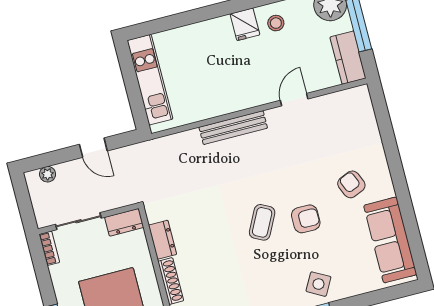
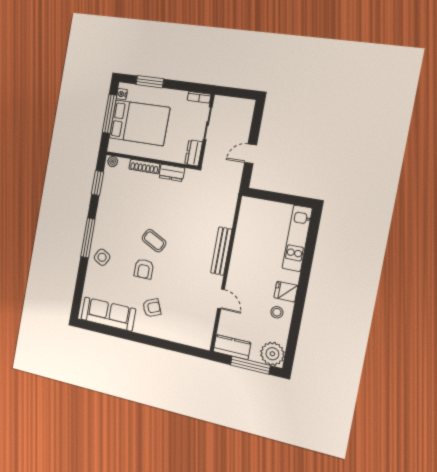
kitchen unit: (150, 80) -> (297, 238), moved, turned 90
plant: (48, 174) -> (247, 116), removed

